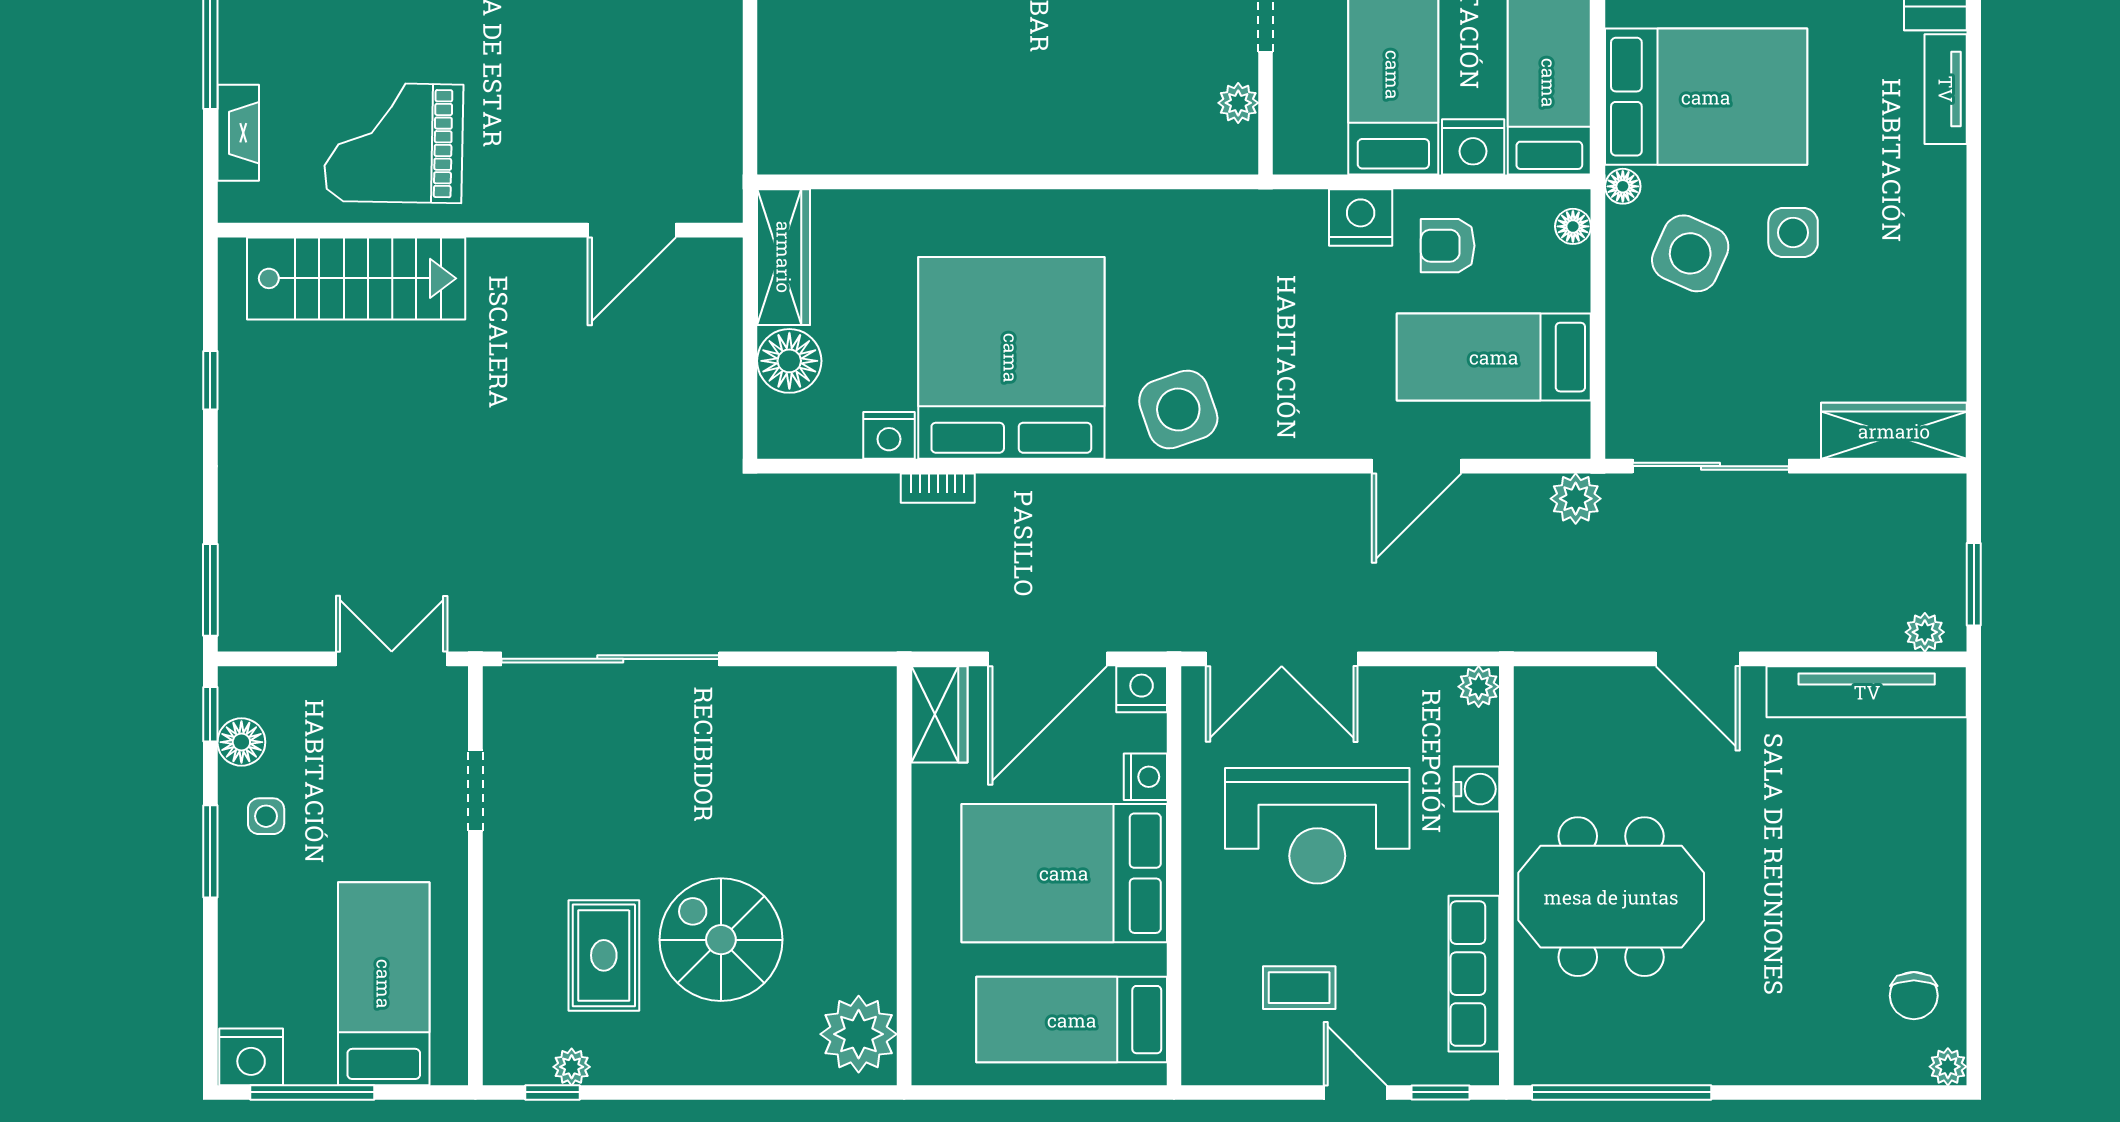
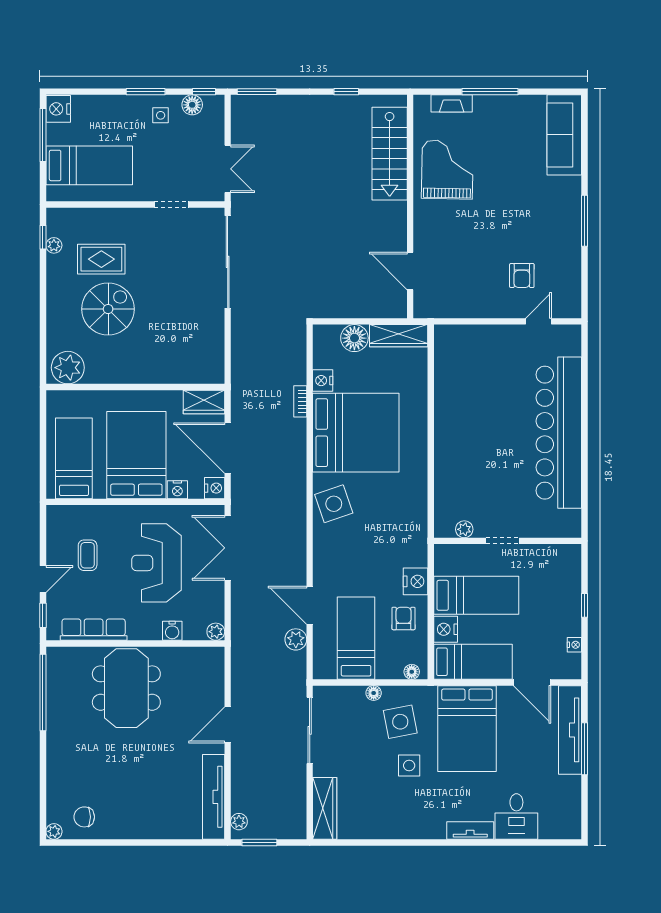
floor lamp: (1623, 186) -> (374, 693), moved
side table: (1690, 253) -> (400, 722), turned -35
plant: (1576, 499) -> (296, 639), moved

